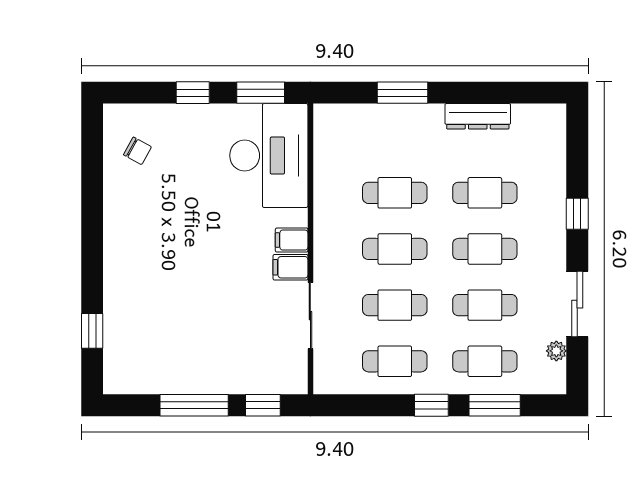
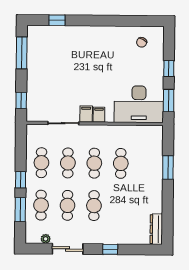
dresser: (478, 116) -> (156, 229), moved
cafe table: (485, 193) -> (120, 206), removed
window: (194, 405) -> (22, 53), moved

